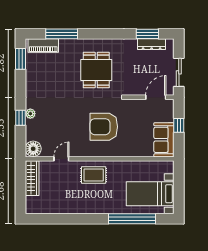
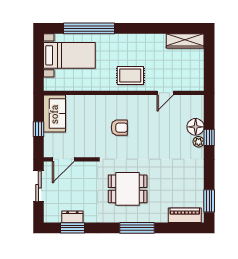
window: (62, 34) -> (137, 228), moved
dresser: (152, 44) -> (72, 217), width x0.70
dining table: (96, 70) -> (128, 189), turned 90
armchair: (104, 127) -> (119, 128), width x0.53, depth x0.53
floor lamp: (33, 149) -> (196, 127), moved
wardrobe: (32, 178) -> (185, 41), moved, turned -90

